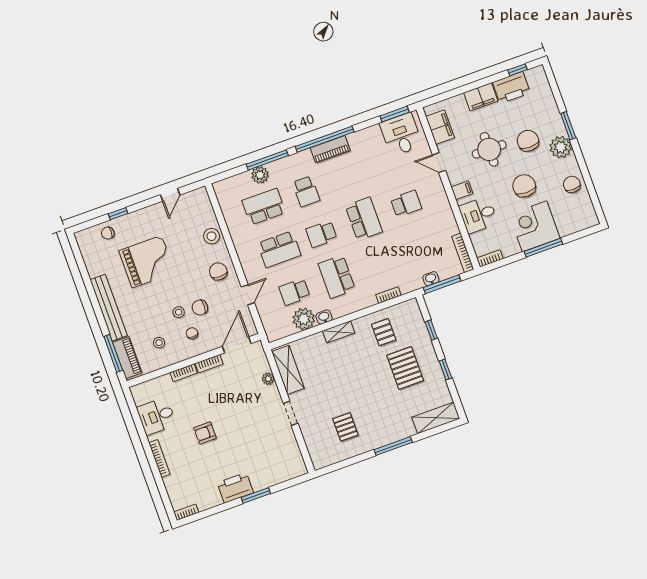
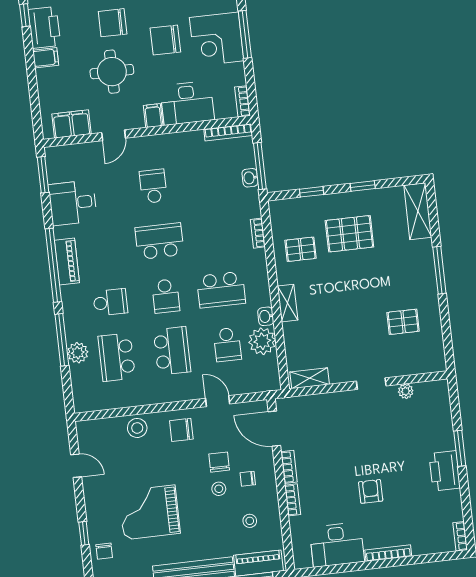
filing cabinet: (481, 97) -> (46, 58), width x0.50
desk: (401, 134) -> (73, 203), moved
desk: (478, 215) -> (187, 103), width x1.37
grand piano: (147, 262) -> (149, 512), turned -90
chair: (200, 307) -> (219, 462), turned 180
shelving: (288, 370) -> (310, 378), width x0.67, depth x0.75
plant: (268, 379) -> (406, 391), moved
desk: (157, 416) -> (337, 545), width x1.37
armchair: (205, 433) -> (371, 491), turned 180

